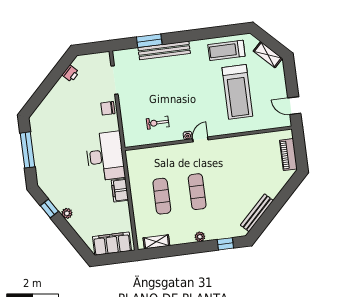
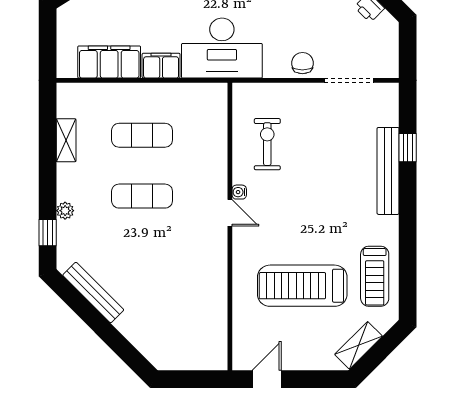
window: (149, 41) -> (408, 148), width x0.67
treadmill: (226, 50) -> (375, 276), turned 180
exercise bike: (158, 123) -> (267, 144), width x1.38, depth x1.39
piano: (288, 155) -> (185, 359), removed
plant: (200, 237) -> (65, 211), moved
shelving: (156, 242) -> (66, 140), moved
filing cabinet: (112, 244) -> (109, 62), moved, turned -90

